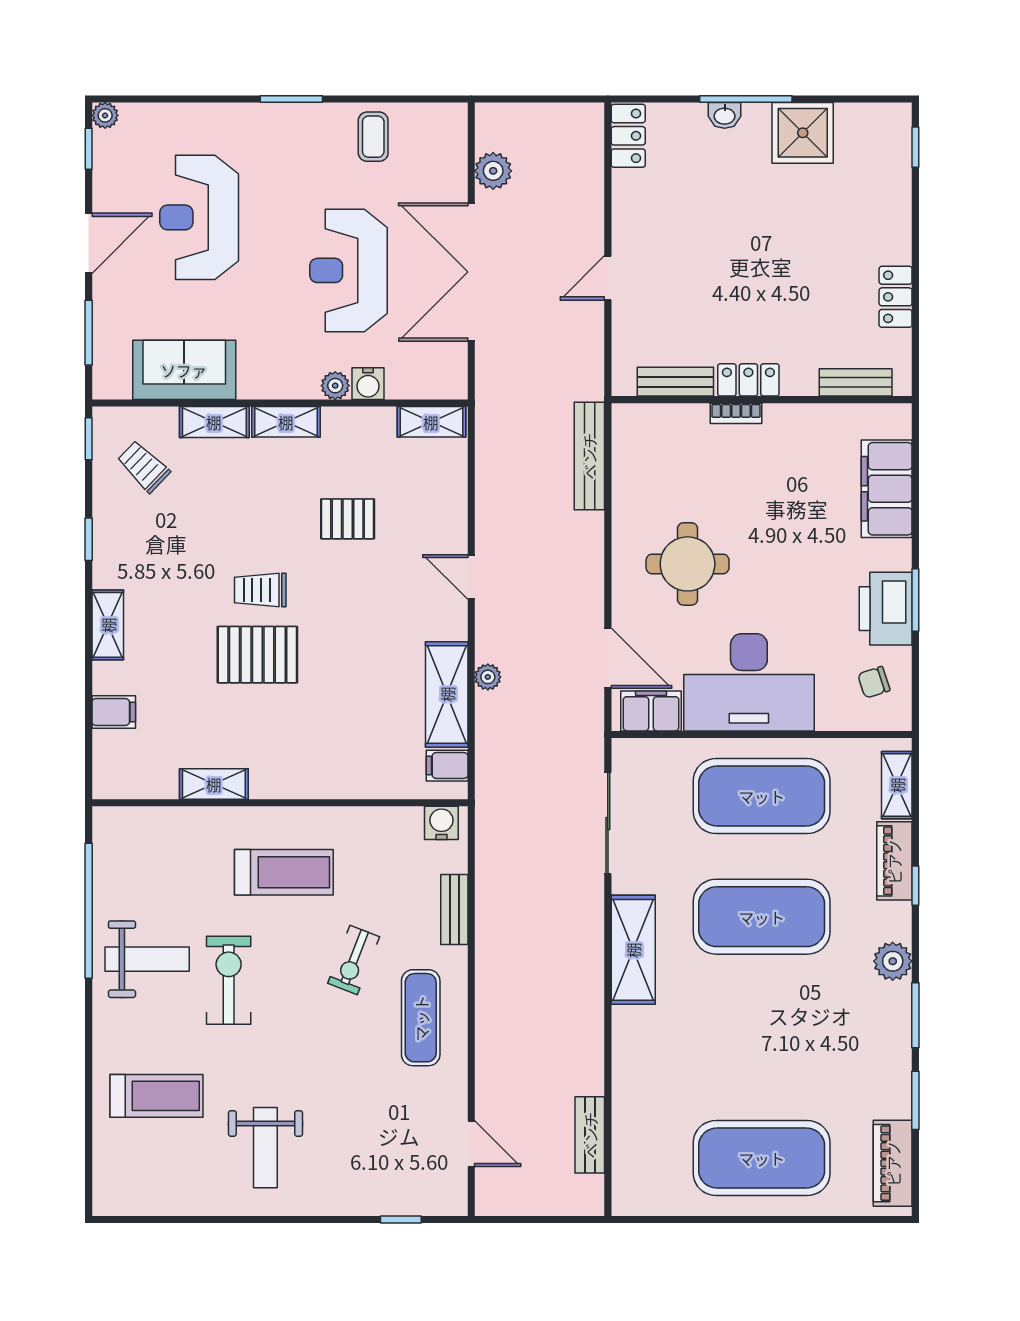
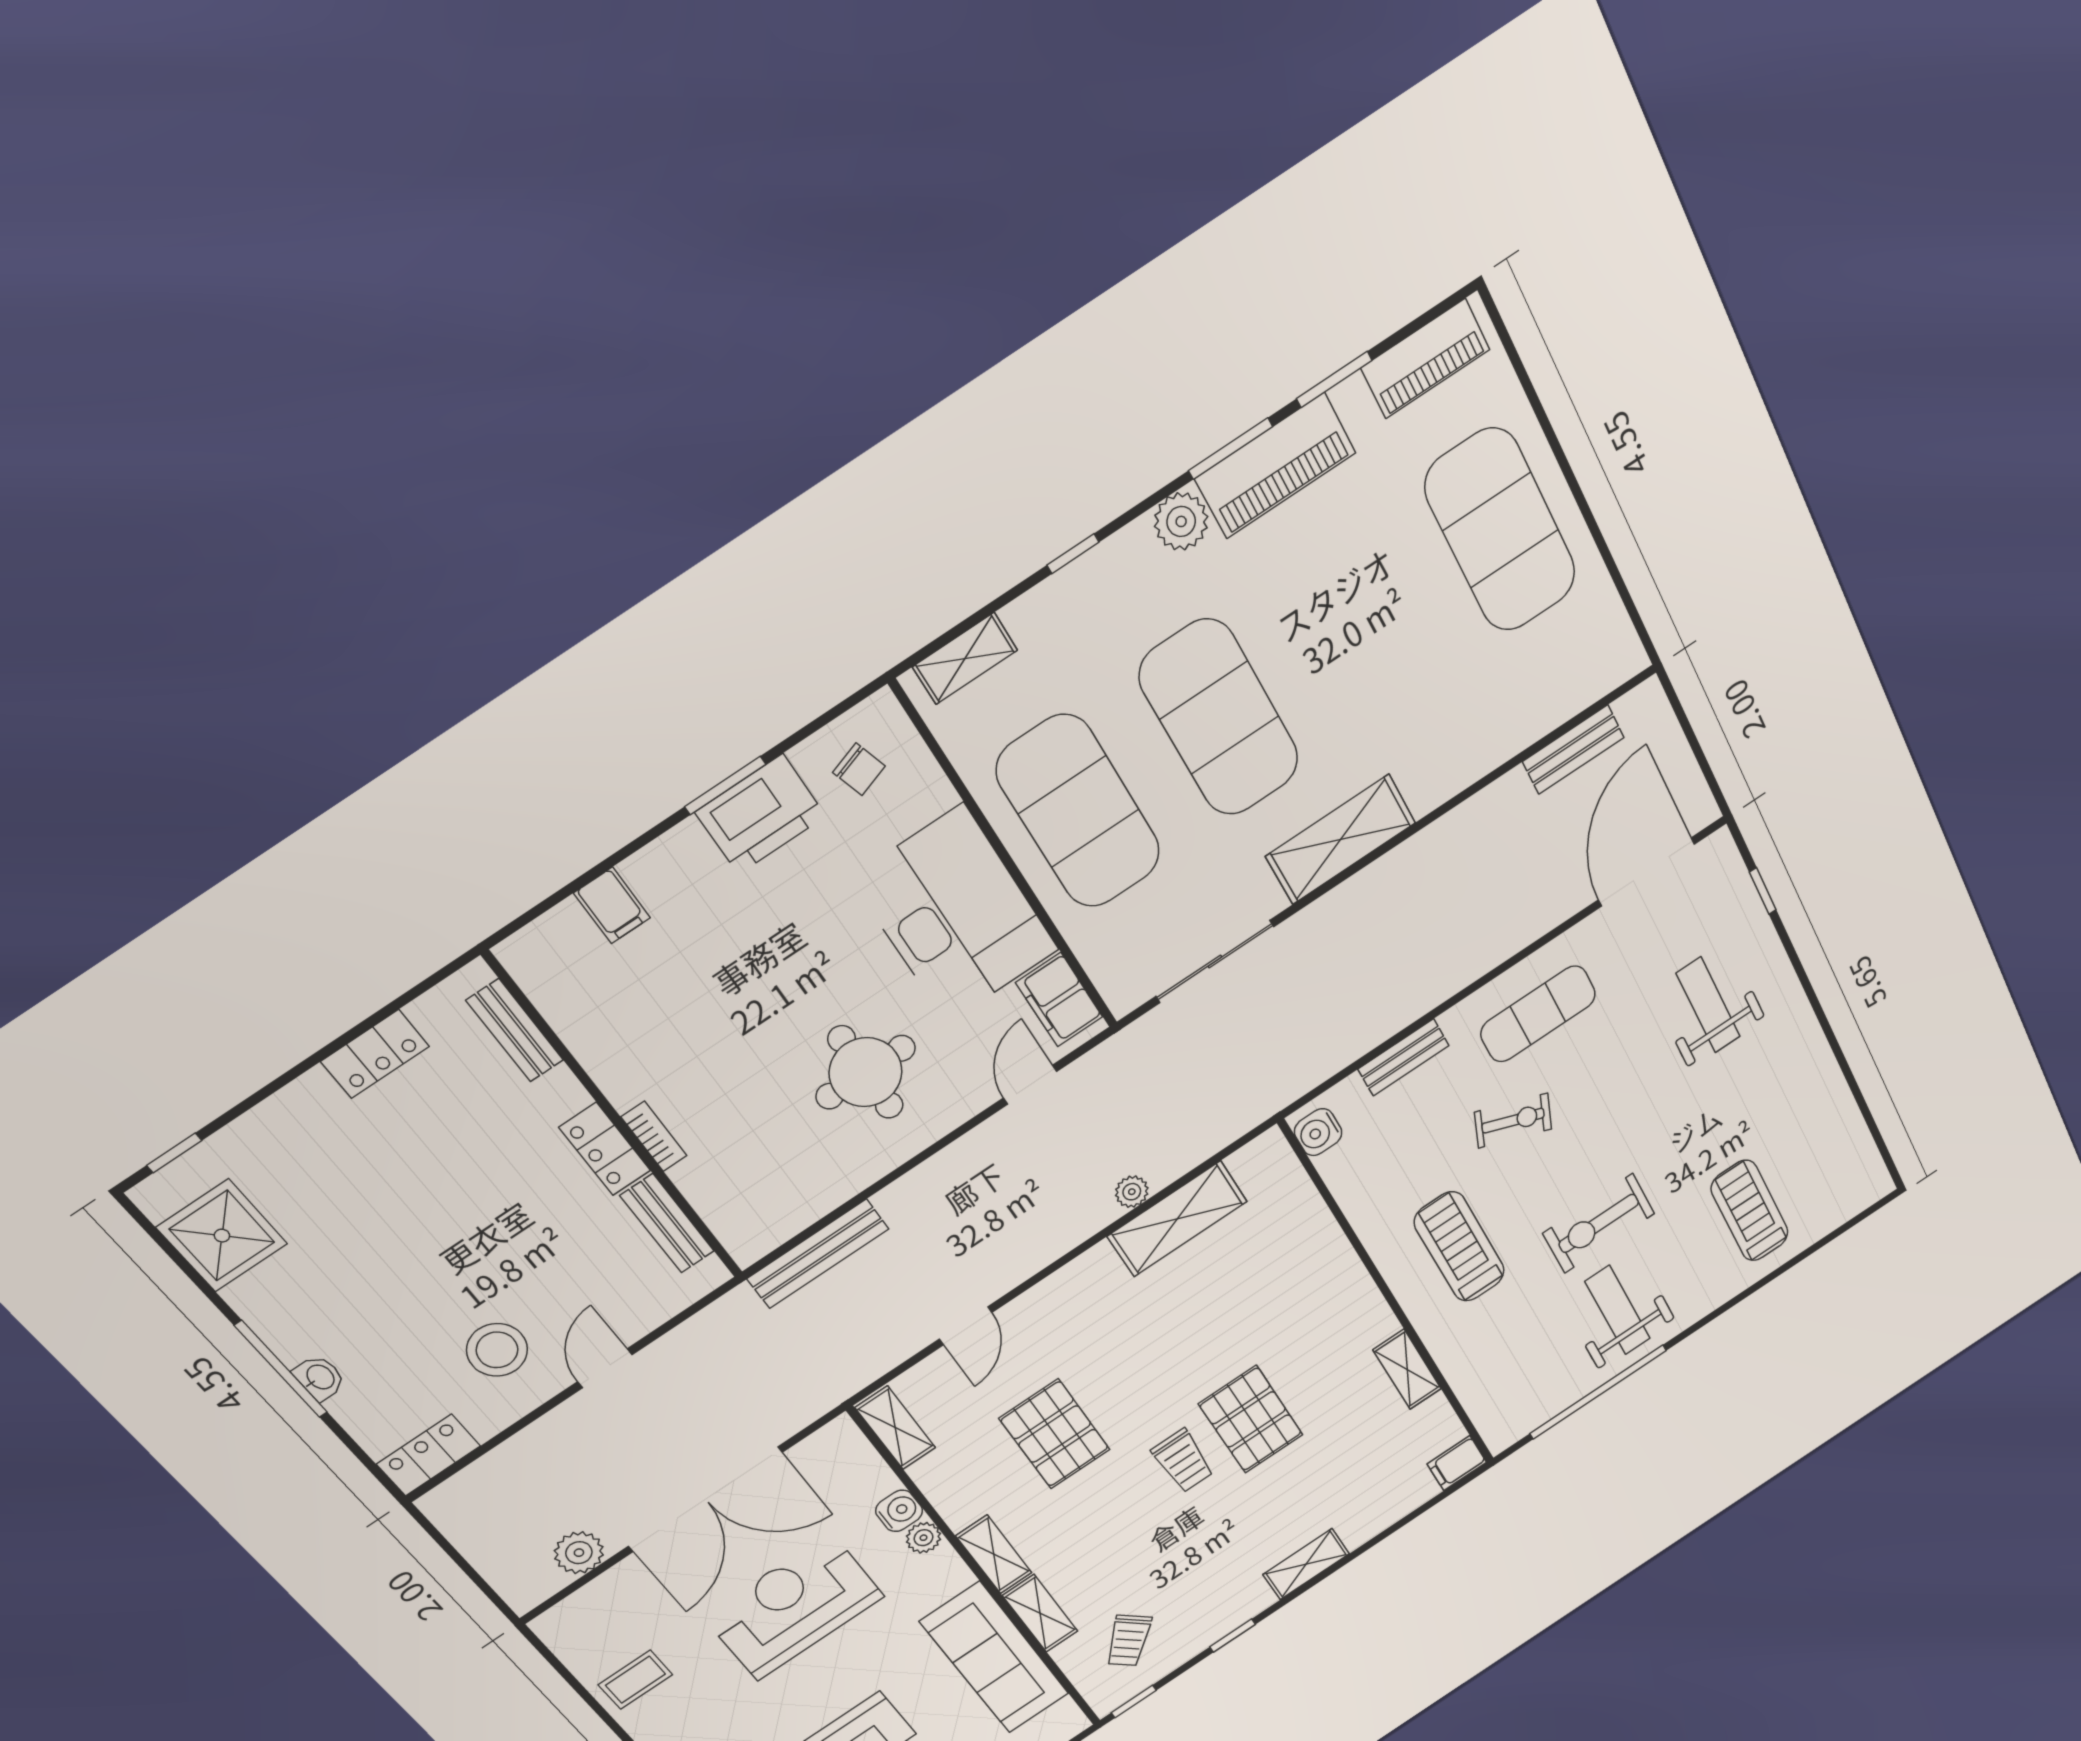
shower: (803, 133) -> (222, 1236), moved
stool: (667, 226) -> (497, 1350), added
reception desk: (349, 270) -> (794, 1607), turned 180
door: (608, 278) -> (605, 1368), swing flipped
sofa: (184, 370) -> (995, 1658), width x1.36
filing cabinet: (887, 489) -> (612, 905), width x0.33, depth x0.86
pallet: (348, 519) -> (1055, 1434), width x1.50, depth x1.42
door: (471, 577) -> (966, 1326), moved
door: (608, 658) -> (1030, 1085), width x0.73
filing cabinet: (114, 712) -> (1457, 1463), moved, turned -90
filing cabinet: (447, 766) -> (1253, 1168), removed
piano: (894, 861) -> (1275, 466), moved, width x1.37, depth x1.33
door: (471, 1144) -> (1646, 872), width x1.88
weight bench: (265, 1148) -> (1708, 1005), moved, turned -90

